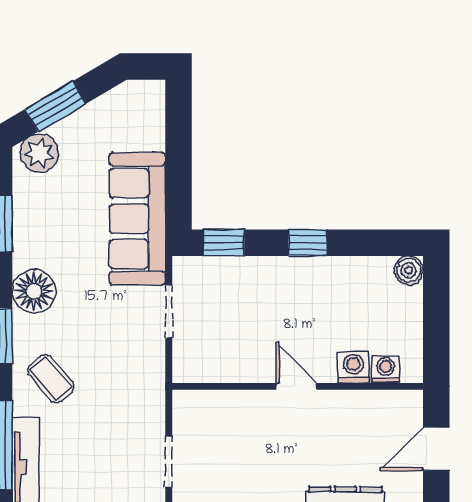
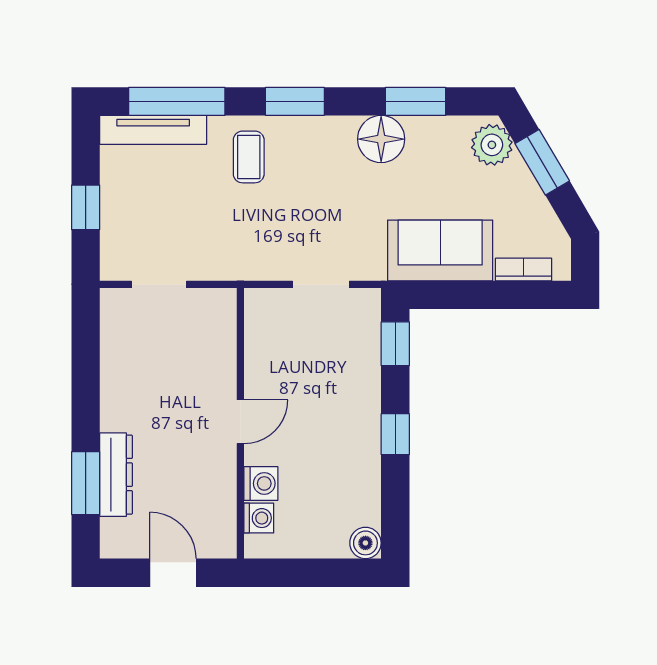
bookcase: (155, 124) -> (524, 269), added
sofa: (137, 219) -> (440, 250), width x0.73
floor lamp: (34, 291) -> (381, 139), moved
coffee table: (51, 379) -> (249, 157), turned -49

